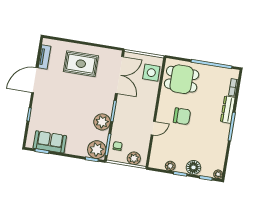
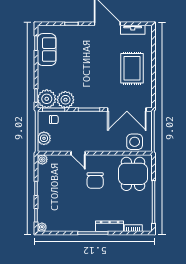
plant: (102, 122) -> (65, 100), moved
plant: (170, 166) -> (42, 159), moved
floor lamp: (193, 167) -> (45, 201), removed

